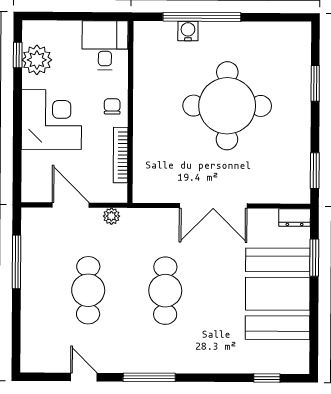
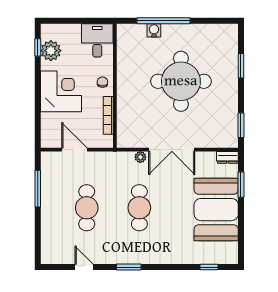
plant: (111, 216) -> (140, 157), moved
window: (149, 377) -> (129, 267), width x0.69

